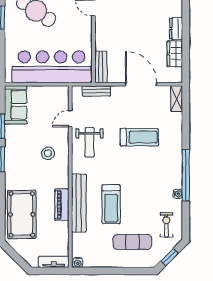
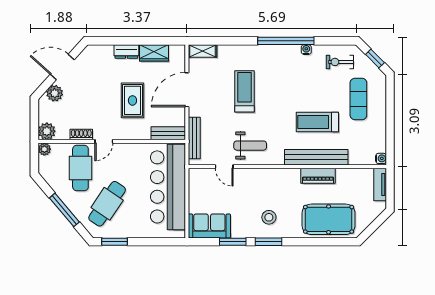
rug: (131, 34) -> (132, 100), added
bench: (96, 91) -> (194, 138), width x1.36
stool: (48, 153) -> (269, 217), moved
treadmill: (111, 204) -> (317, 122), turned 180

